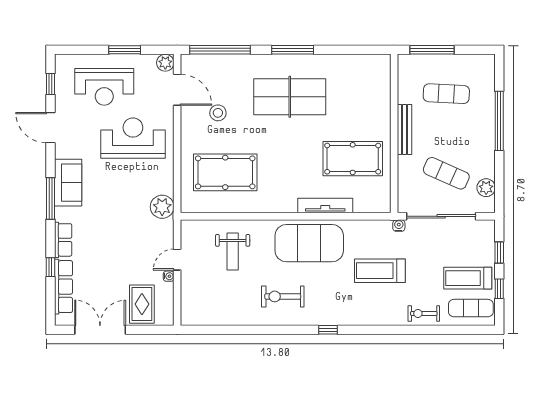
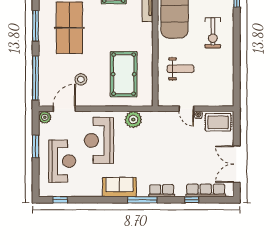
door: (50, 128) -> (91, 200), removed
sofa: (68, 183) -> (119, 187), moved
plant: (162, 207) -> (133, 120), moved
row of seats: (63, 240) -> (162, 191), moved
rug: (142, 304) -> (218, 122), moved

